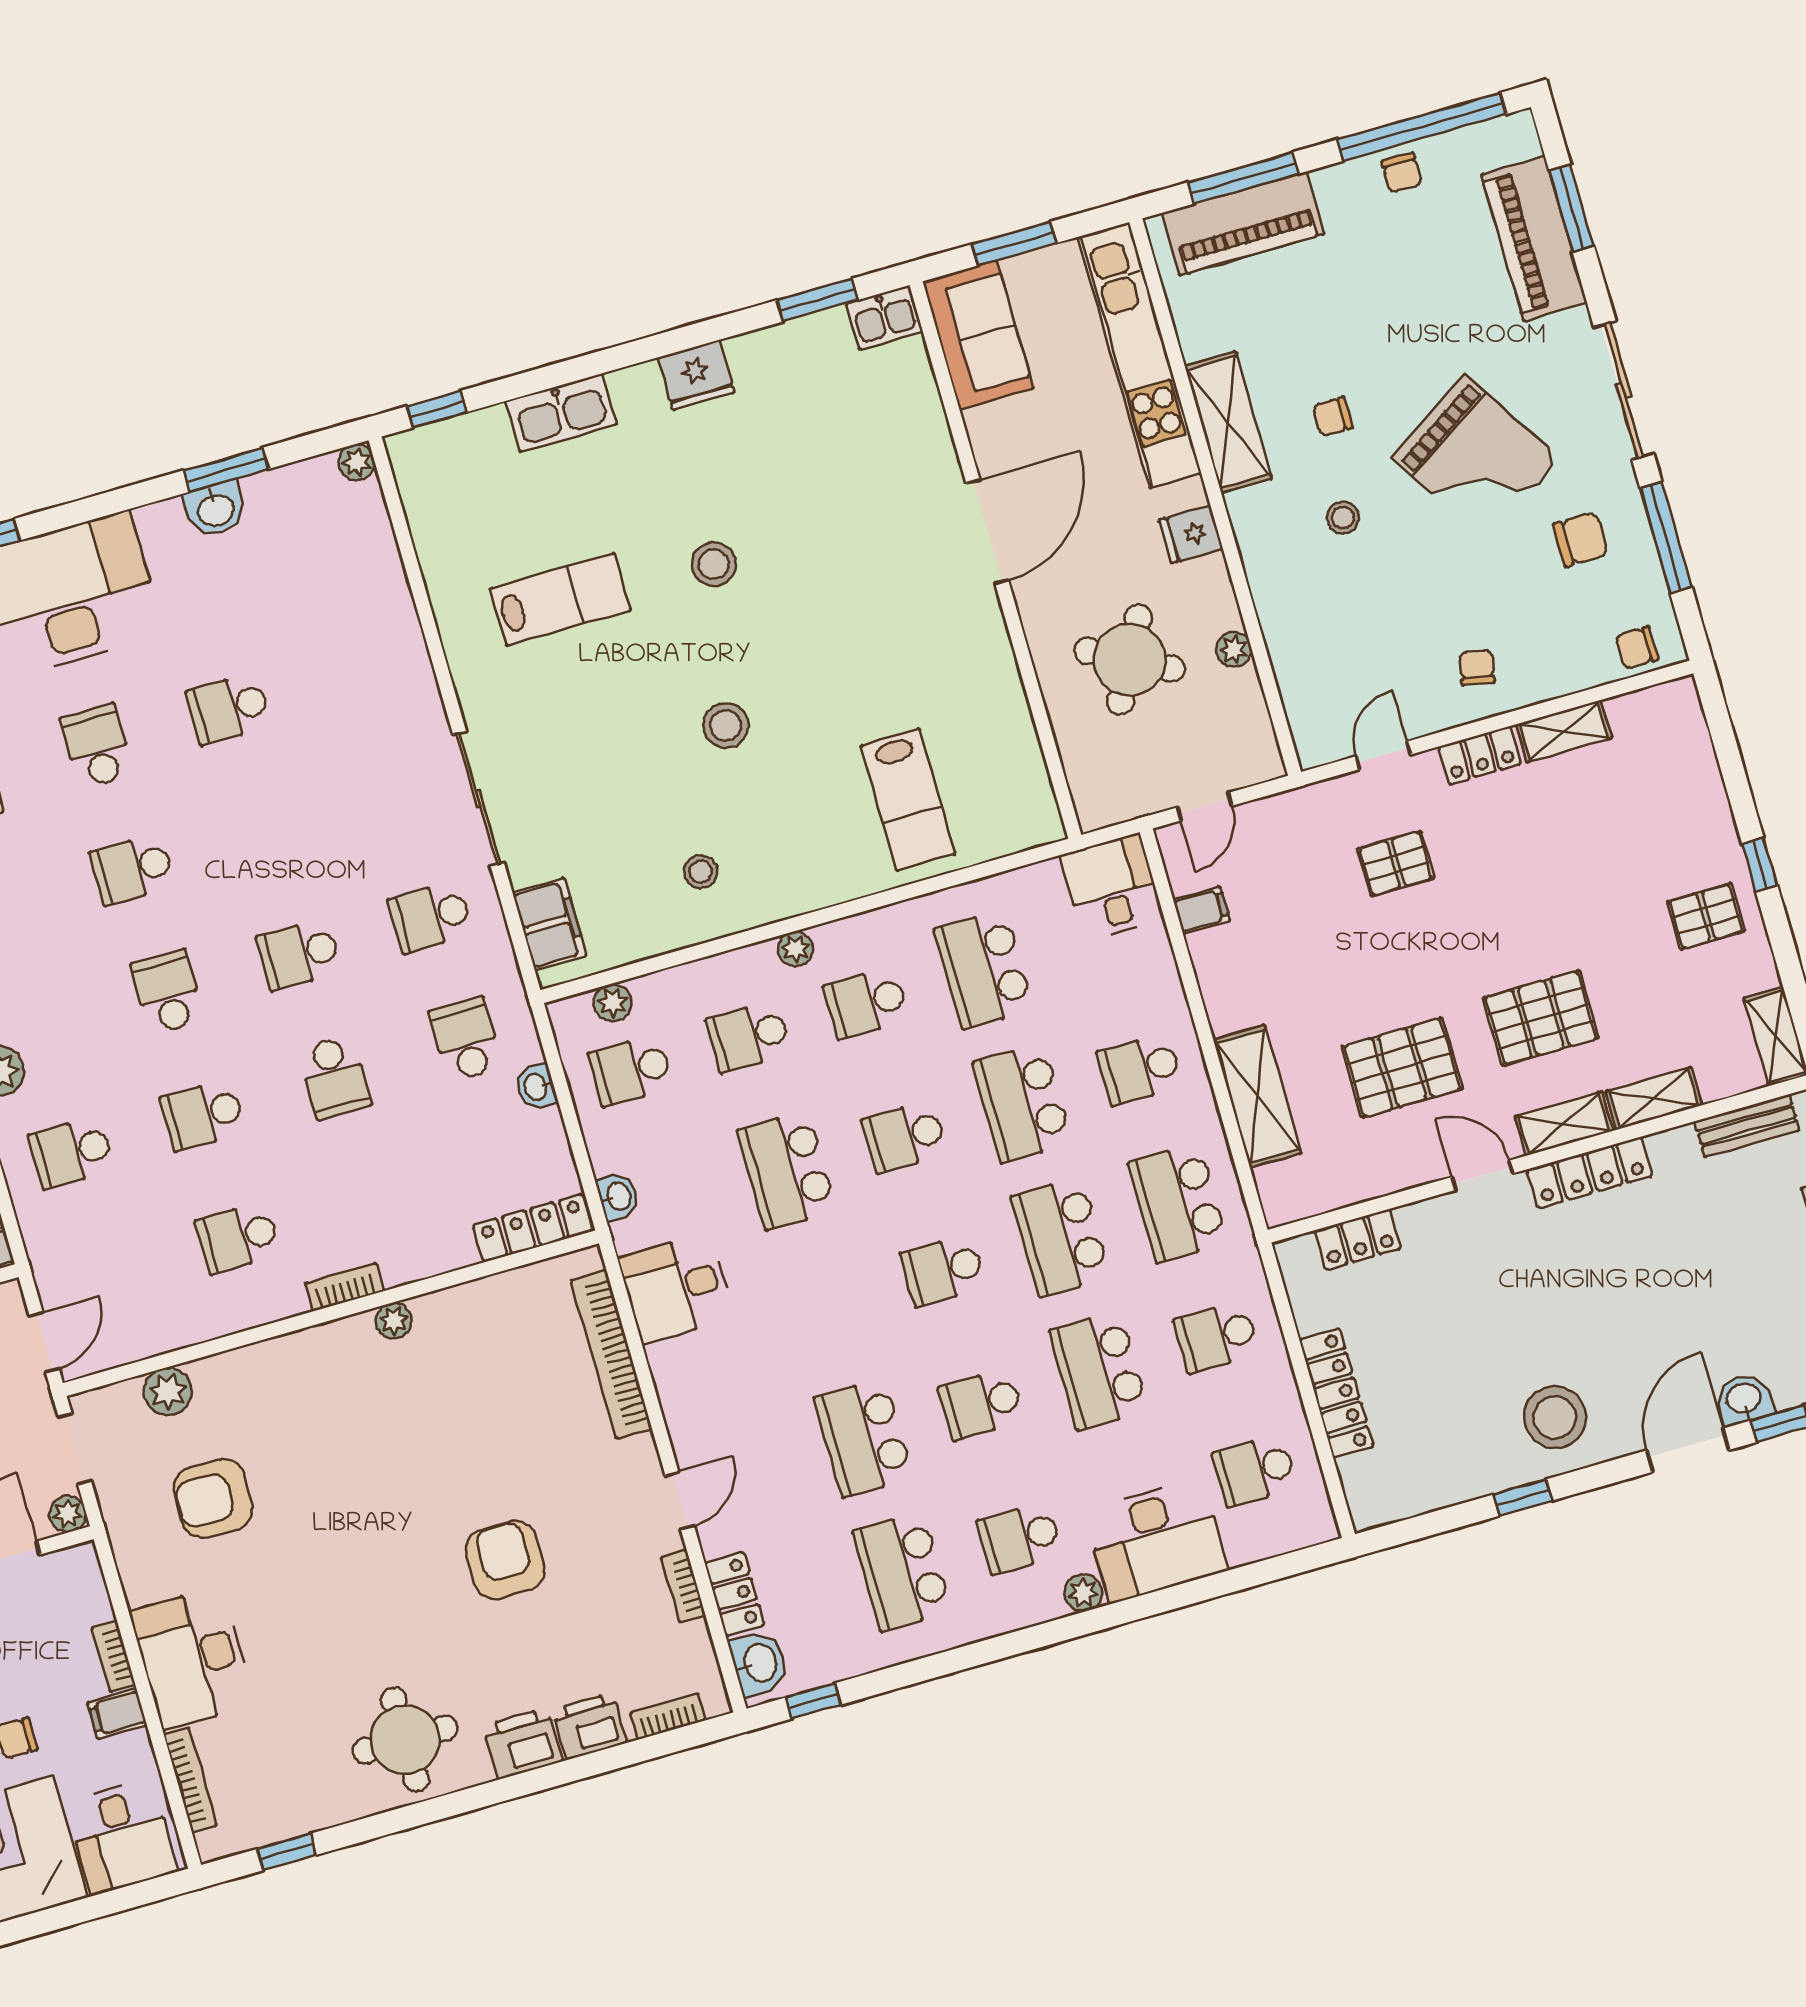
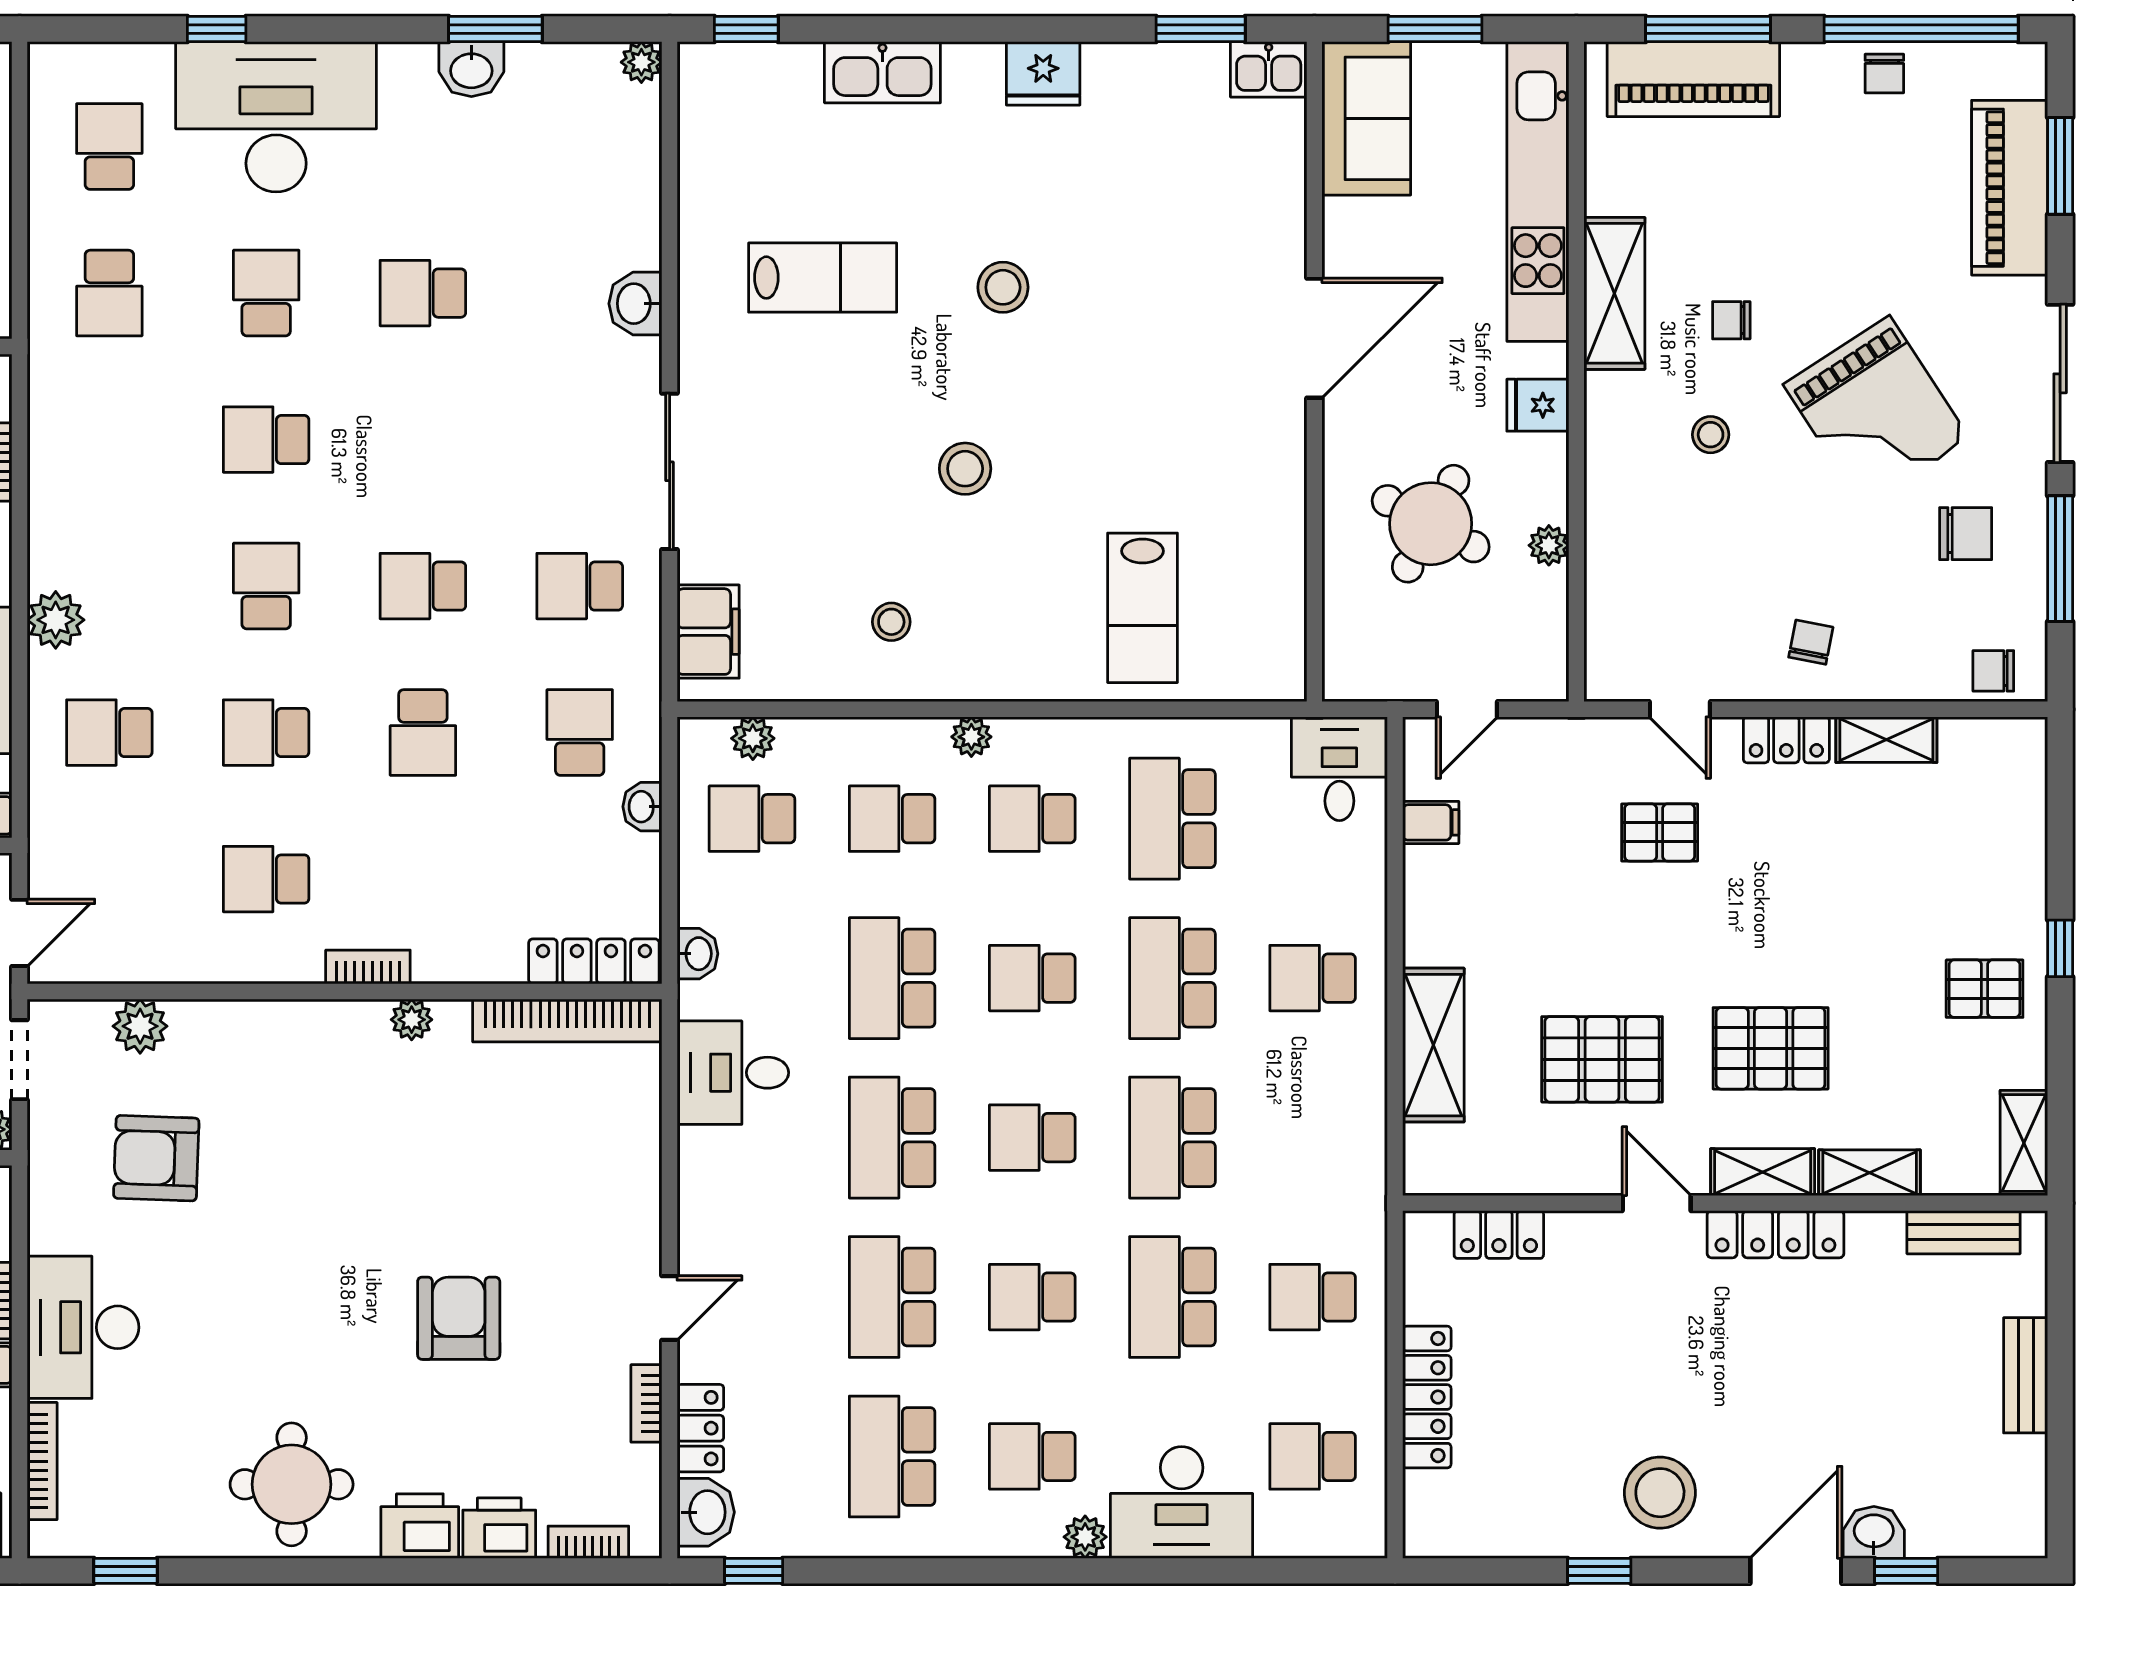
washbasin: (409, 666) -> (635, 304), added
door: (1383, 755) -> (1680, 709), swing flipped
school desk: (1178, 1203) -> (892, 1138), moved
bookcase: (611, 1354) -> (567, 1020), moved, turned -90

